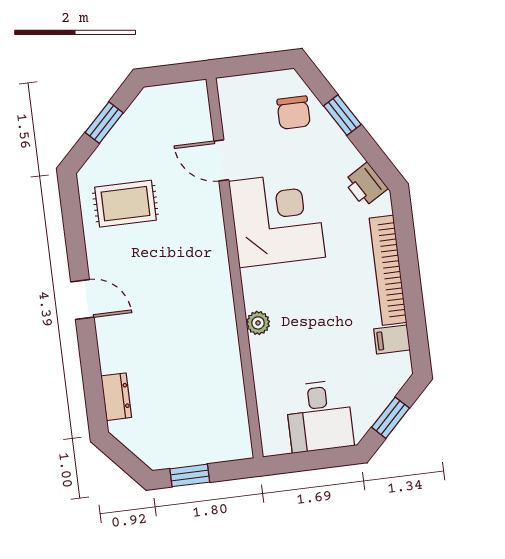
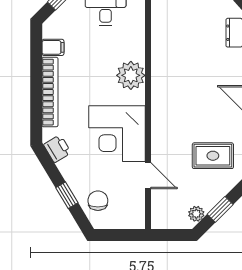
plant: (140, 111) -> (196, 214), added
plant: (258, 323) -> (131, 75), width x1.87, depth x1.87

